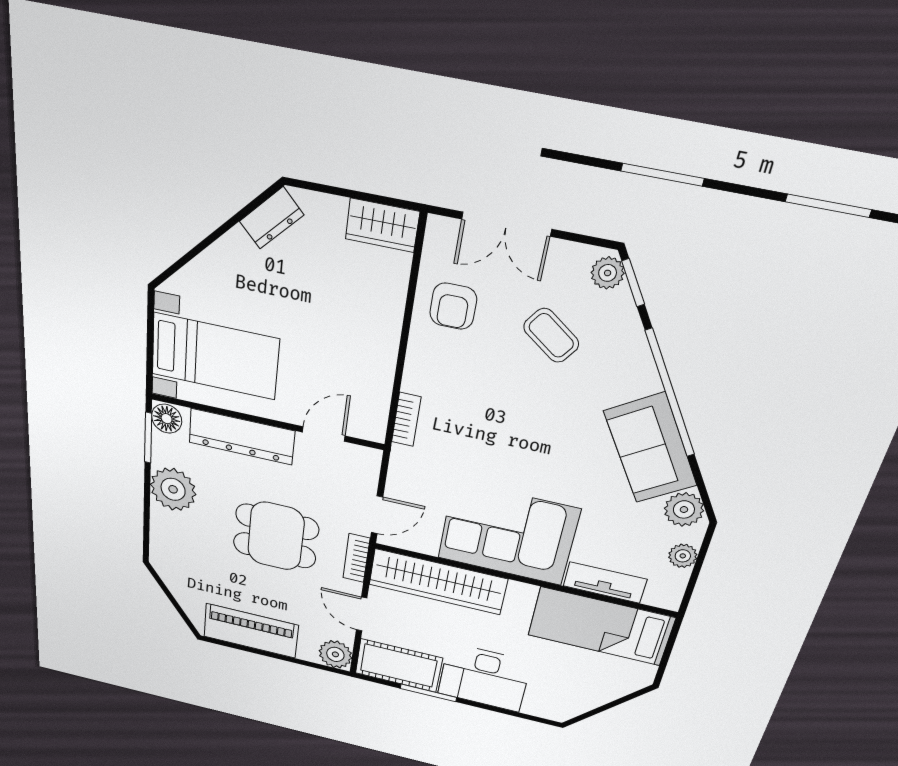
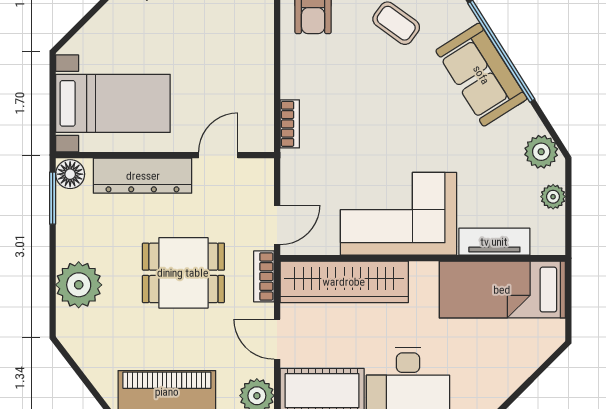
sofa: (651, 448) -> (481, 75), moved
plant: (173, 489) -> (79, 285), moved

